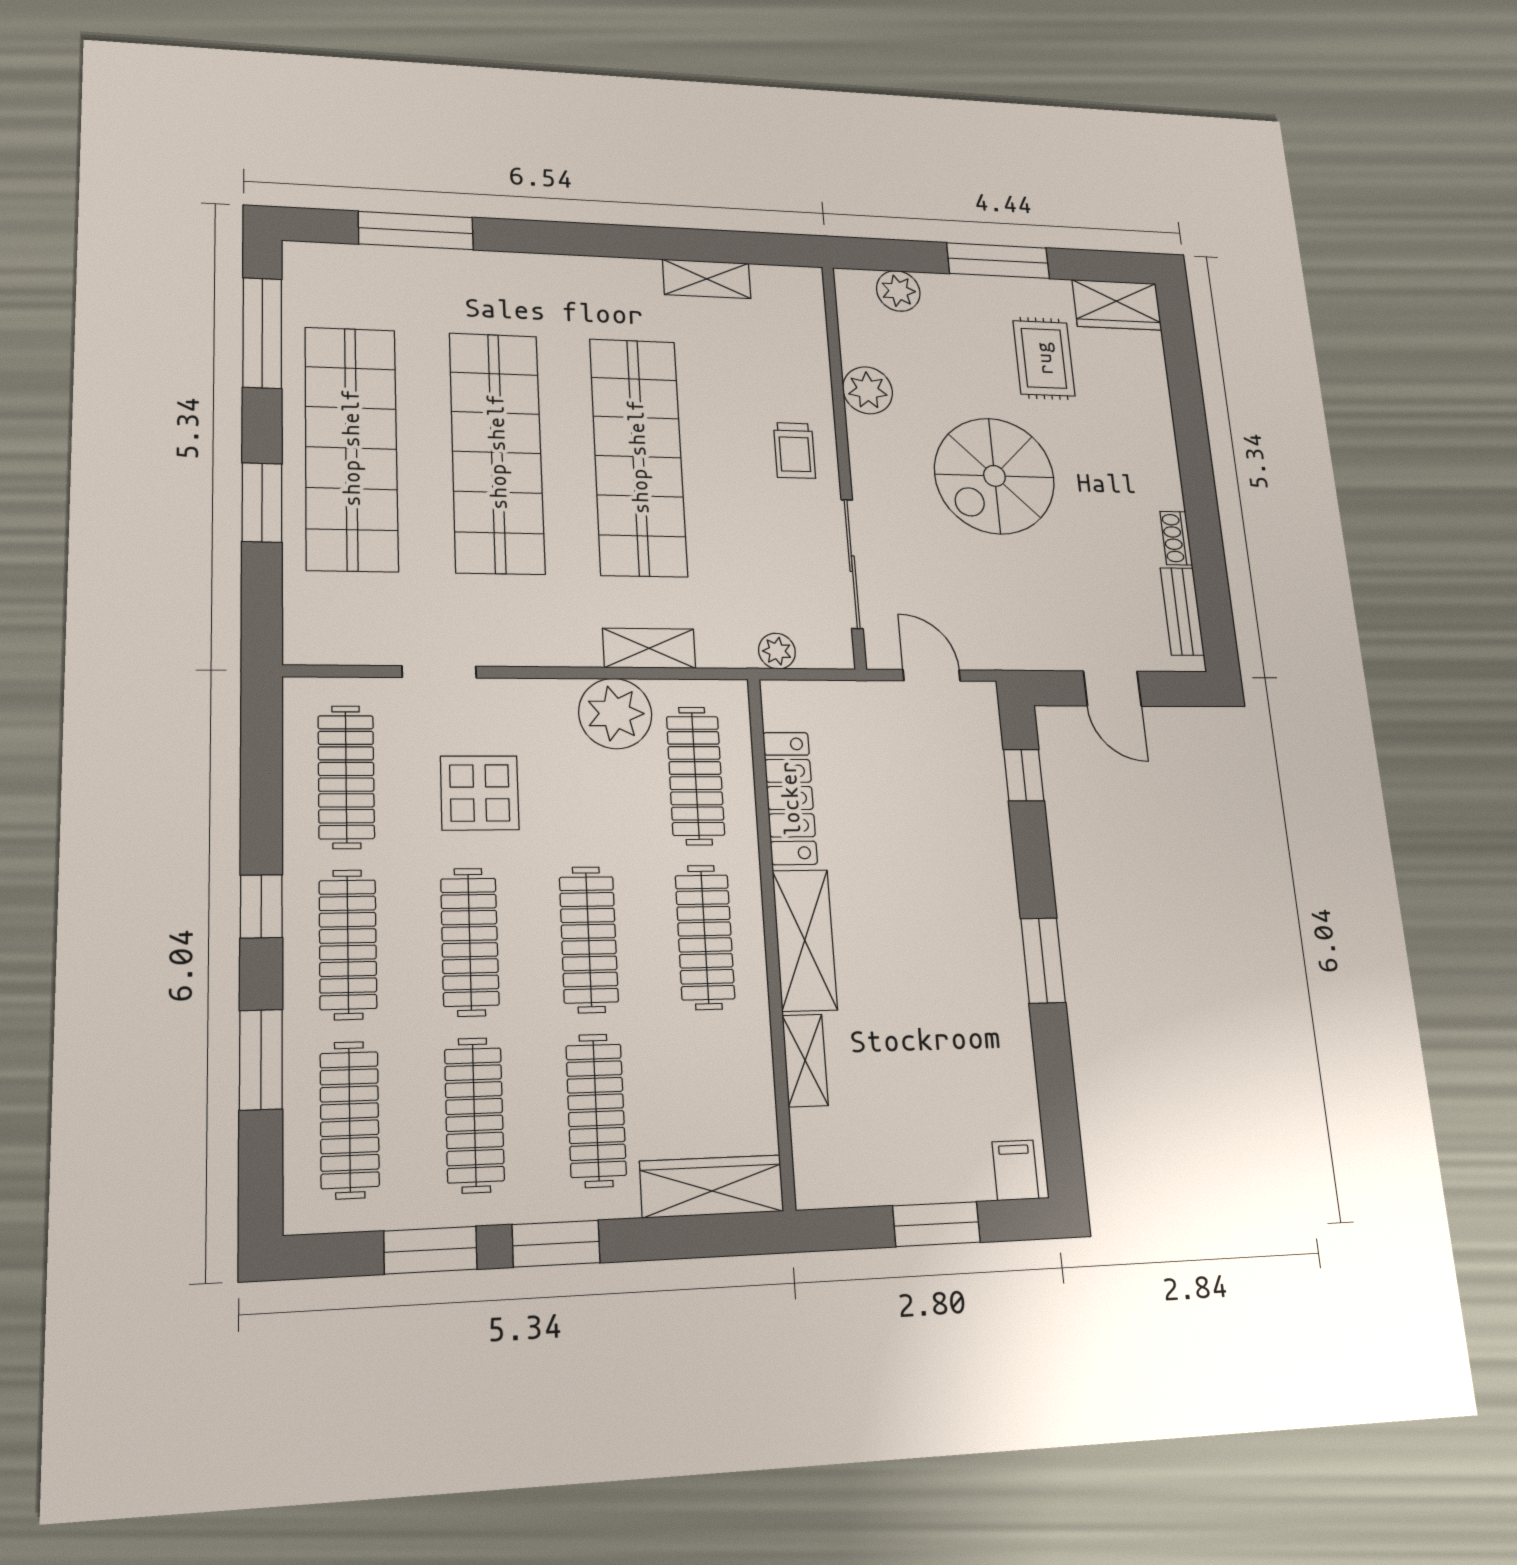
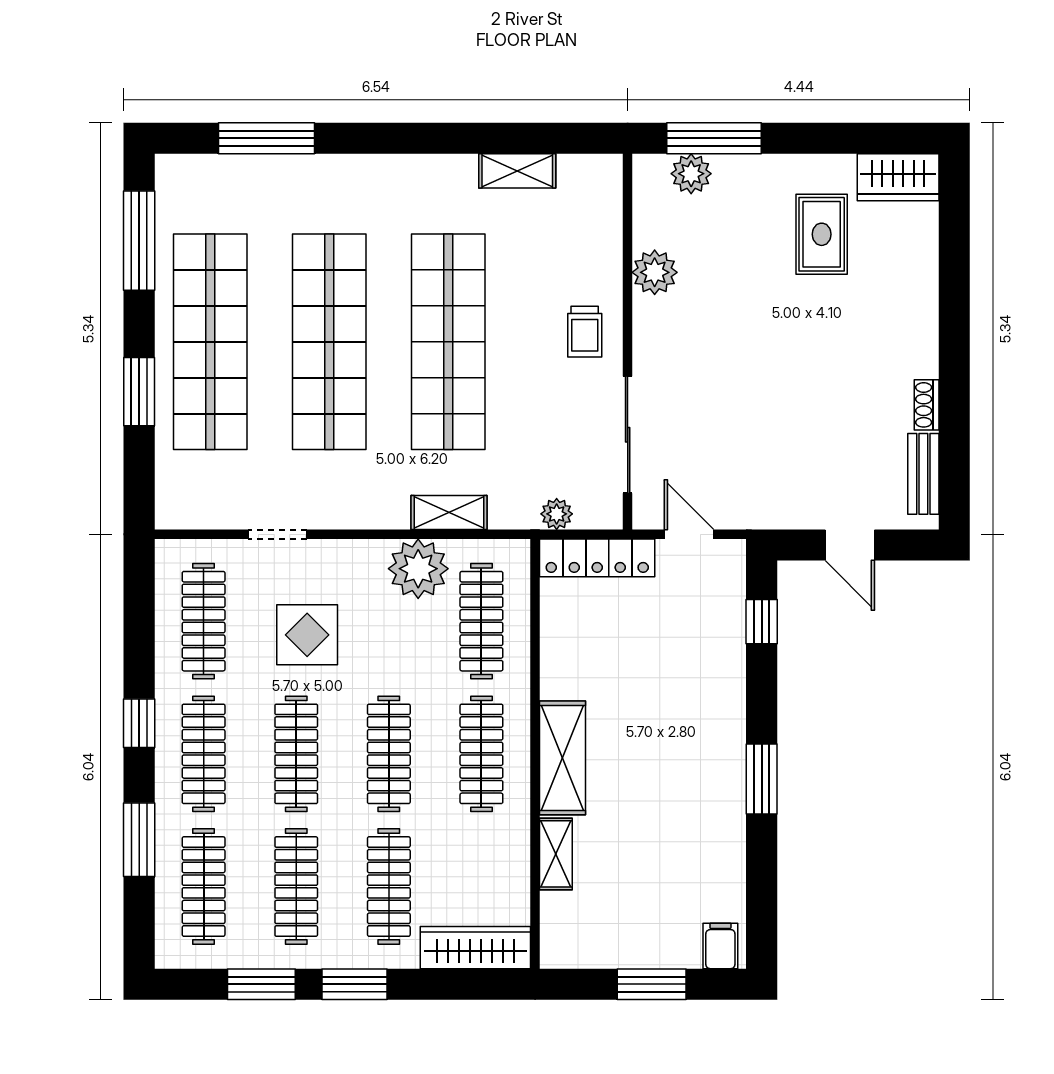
window: (998, 261) -> (714, 138), moved
spiral stairs: (994, 476) -> (763, 350), removed
locker: (790, 798) -> (597, 558), moved, turned 90

